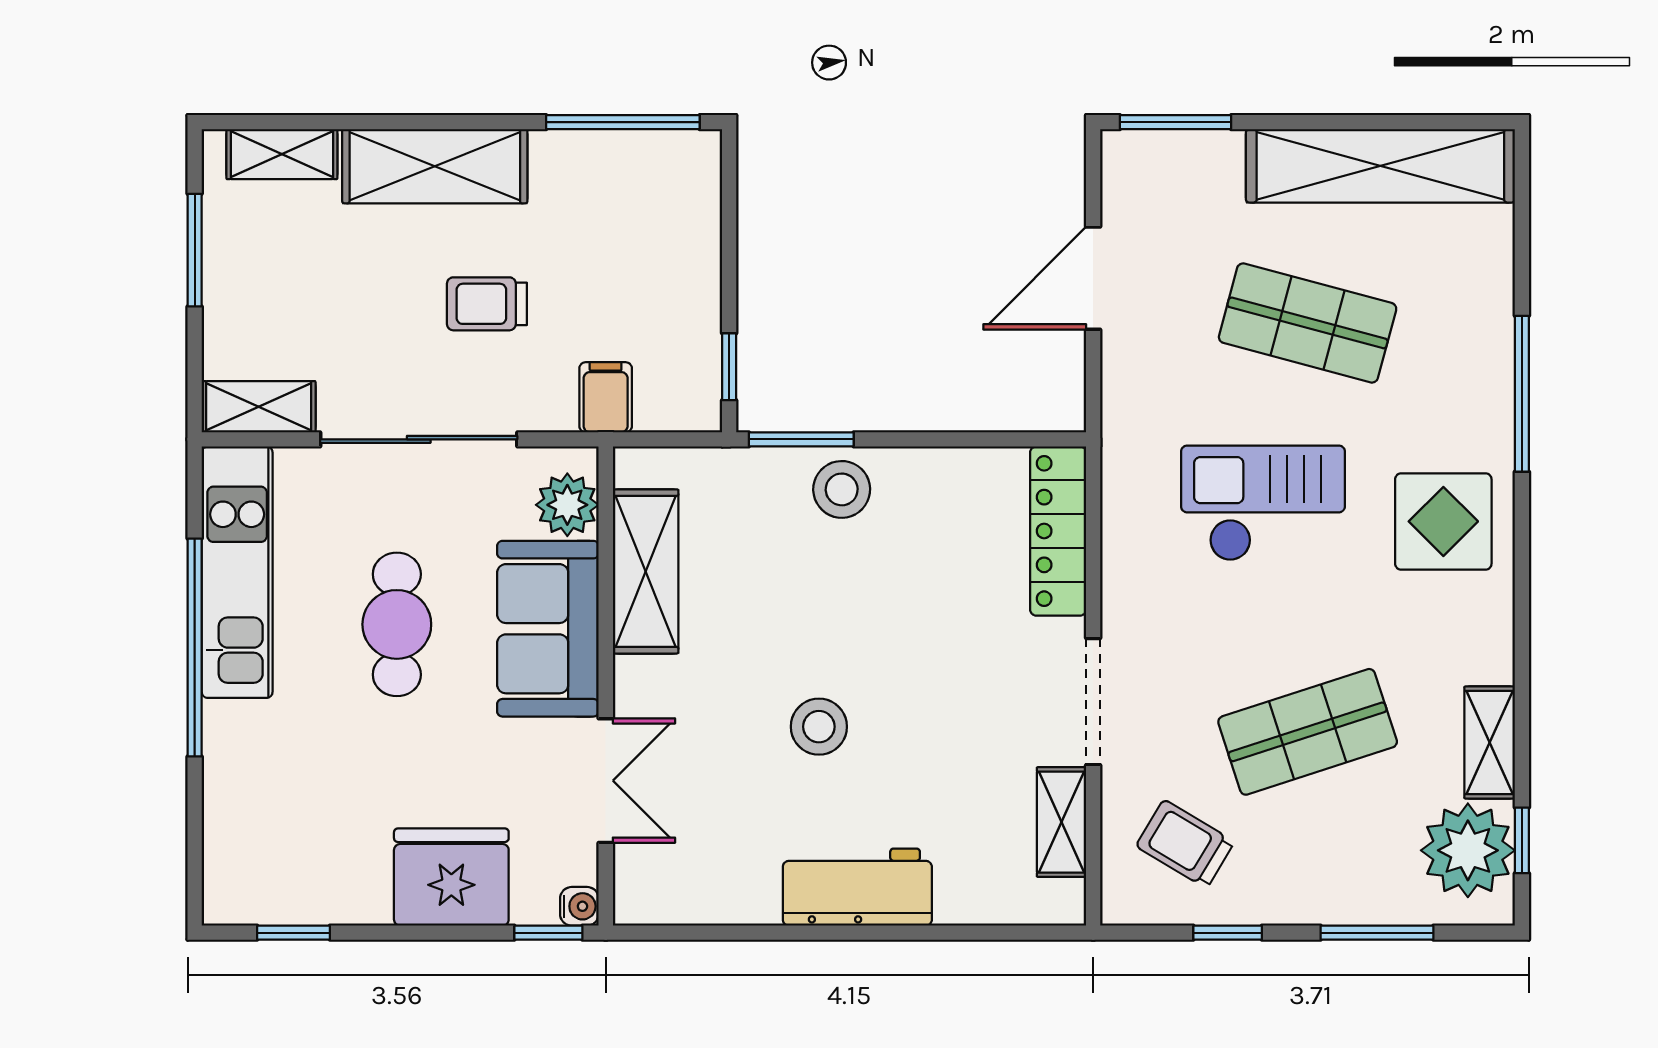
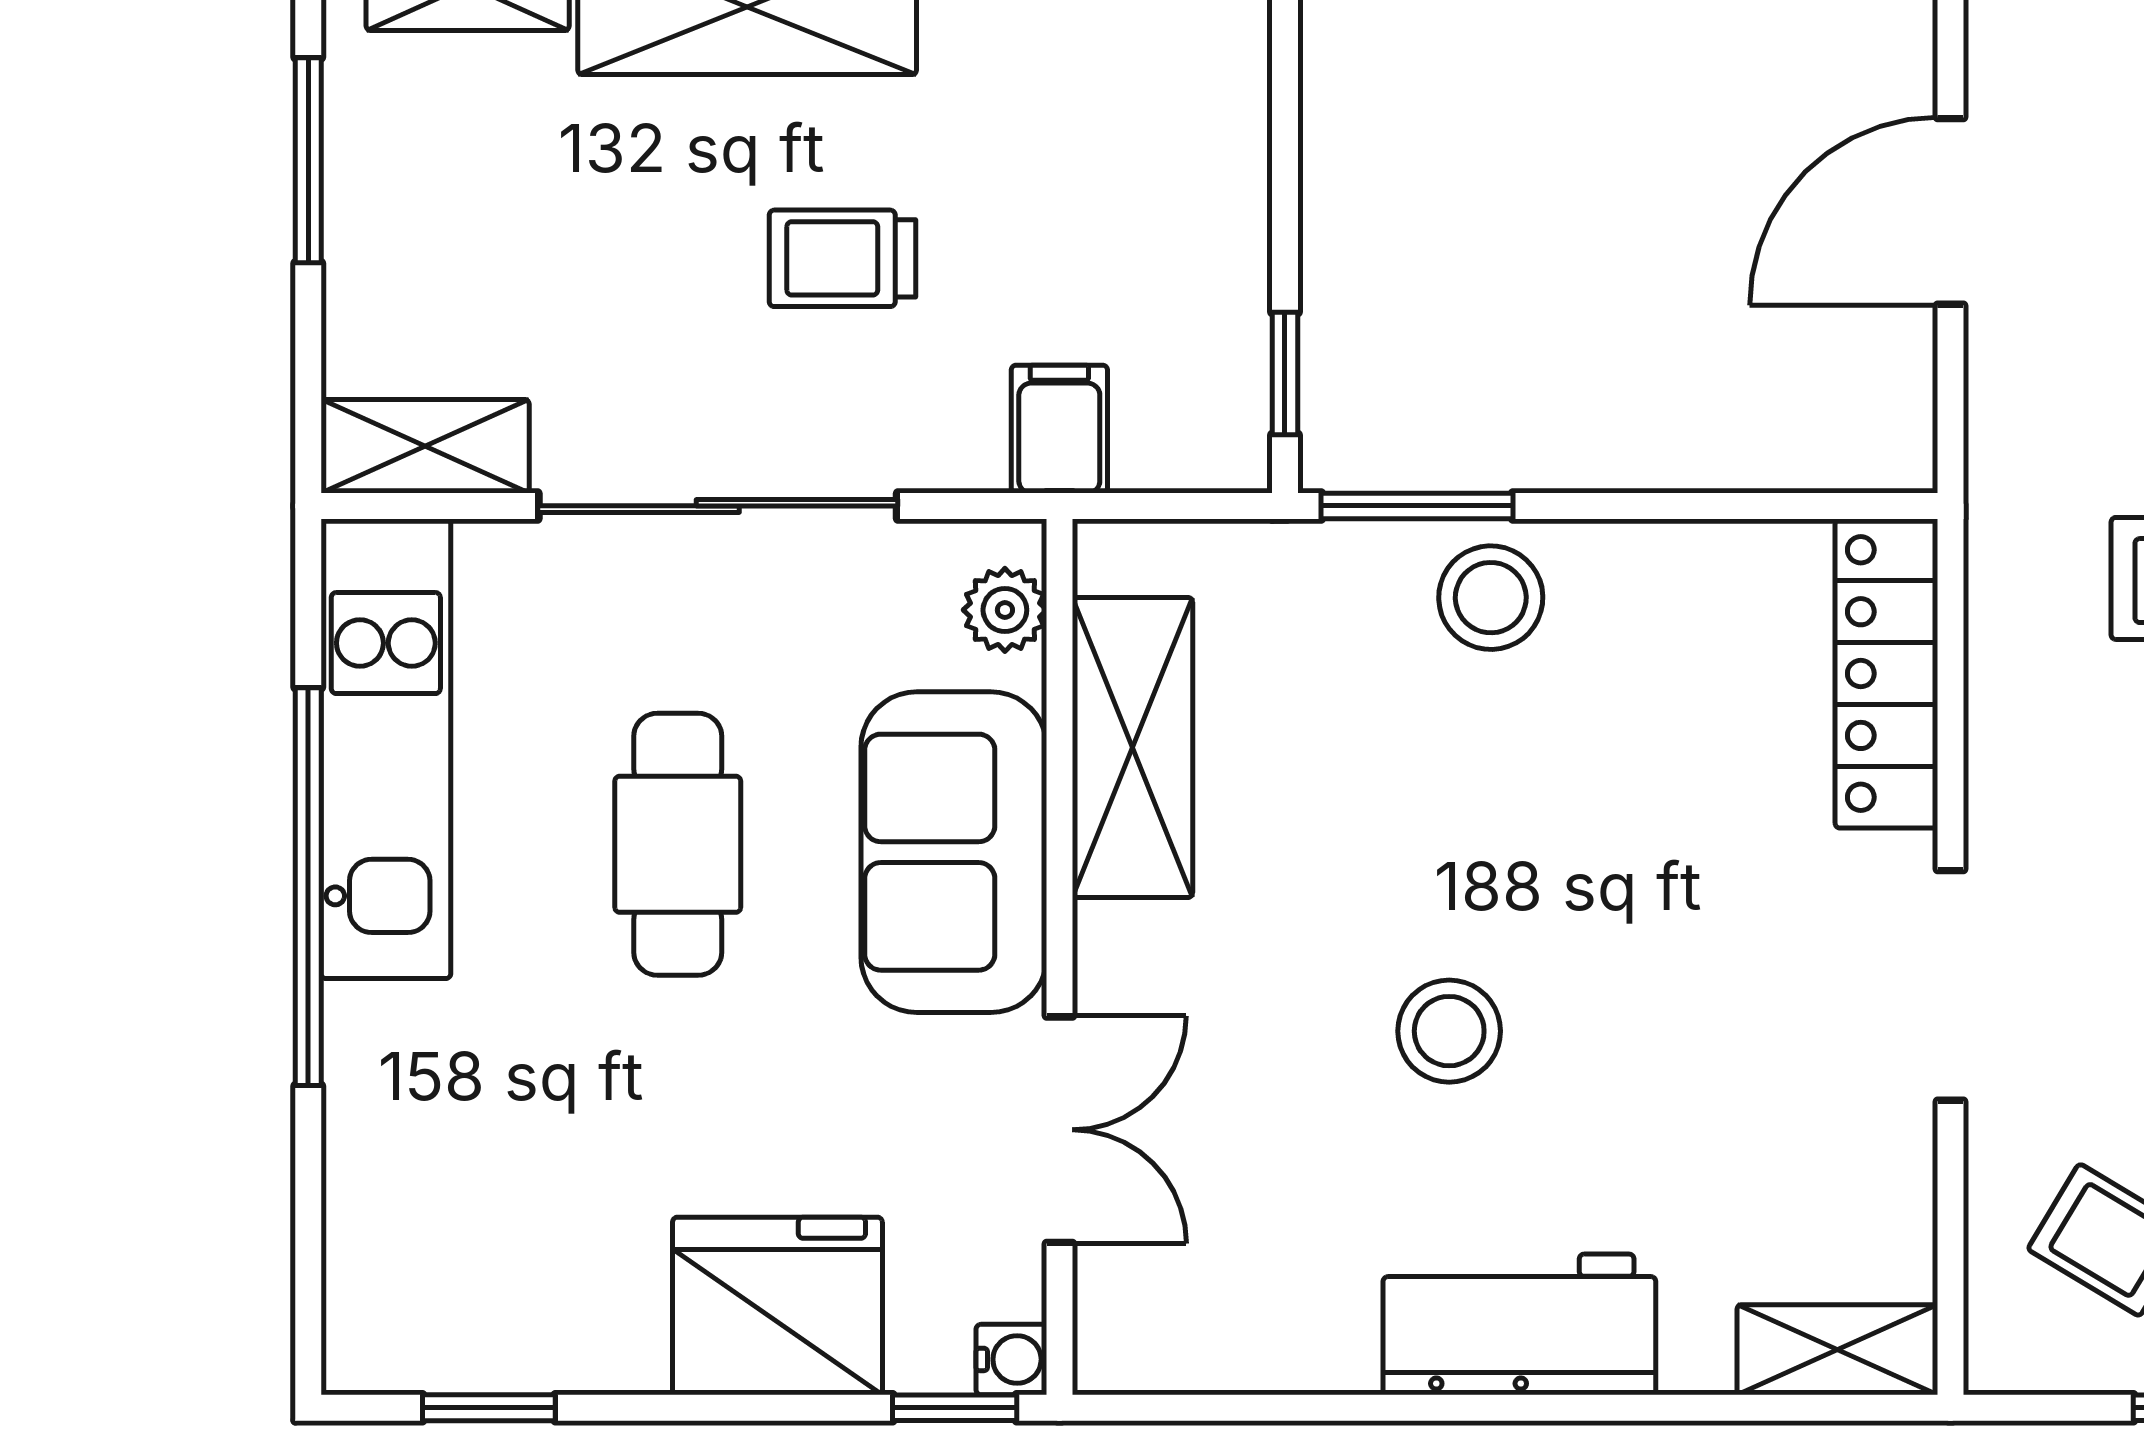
plant: (567, 505) -> (1005, 610), width x0.73, depth x0.73
shelving: (1061, 822) -> (1837, 1350), moved, turned 90

